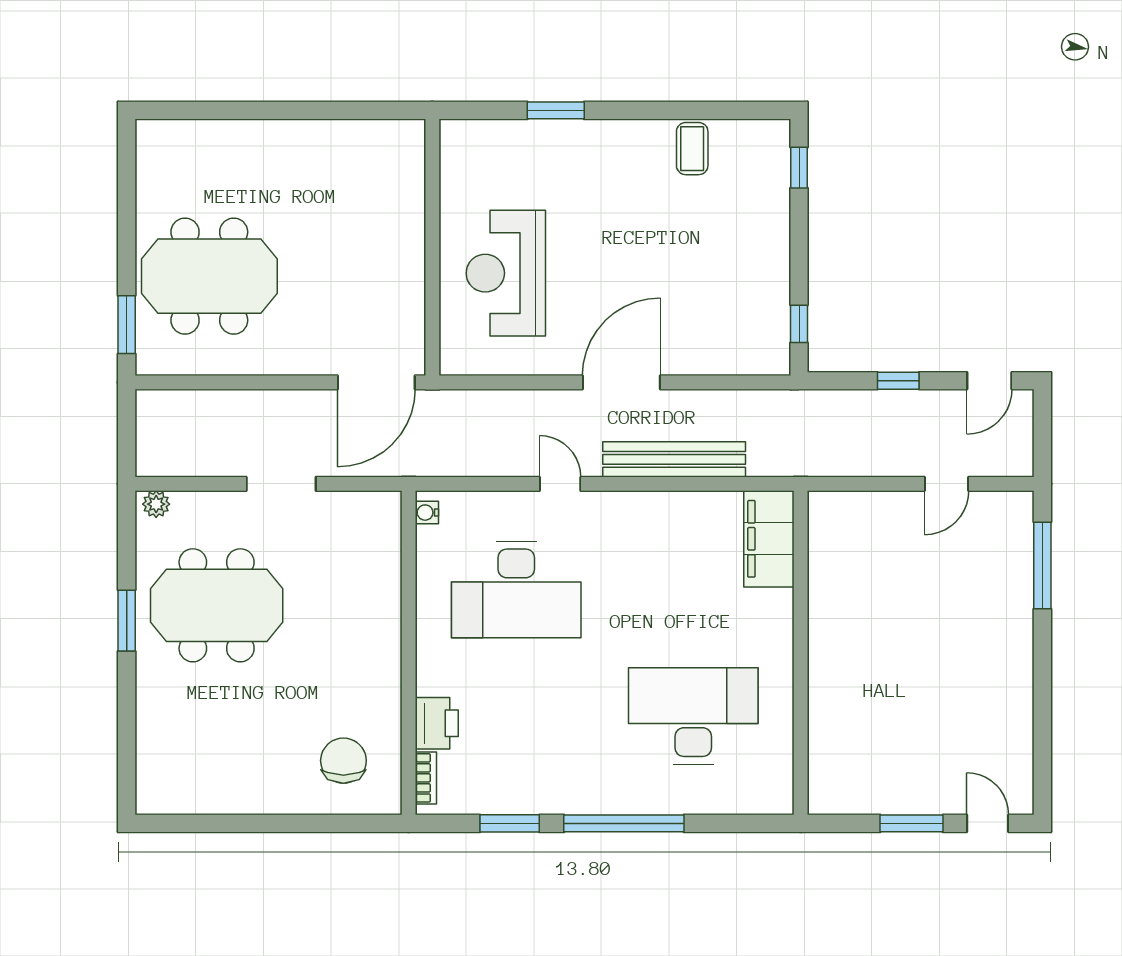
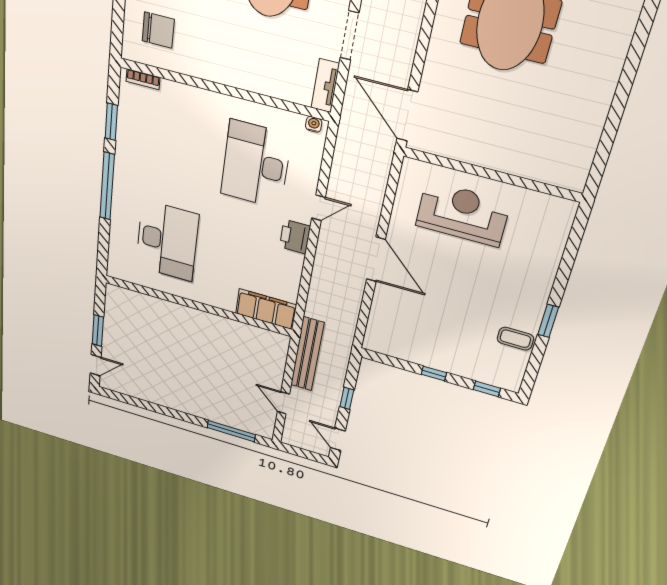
window: (556, 110) -> (548, 321), moved
window: (799, 324) -> (434, 373), moved
bench: (674, 459) -> (307, 354), moved
tv unit: (363, 505) -> (325, 86), added
printer: (437, 723) -> (295, 237), moved, turned 90

